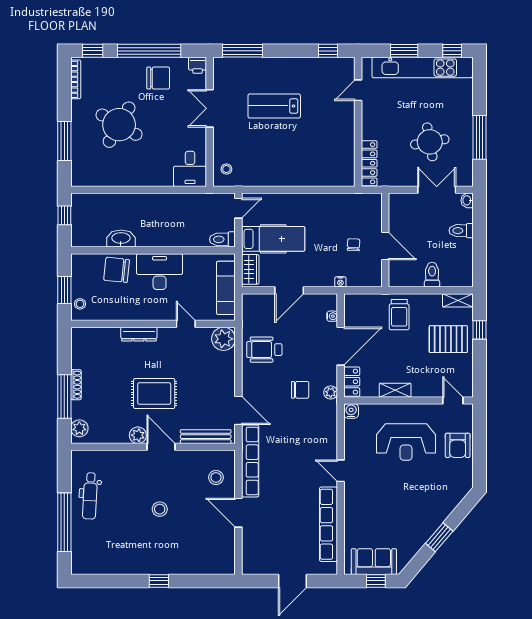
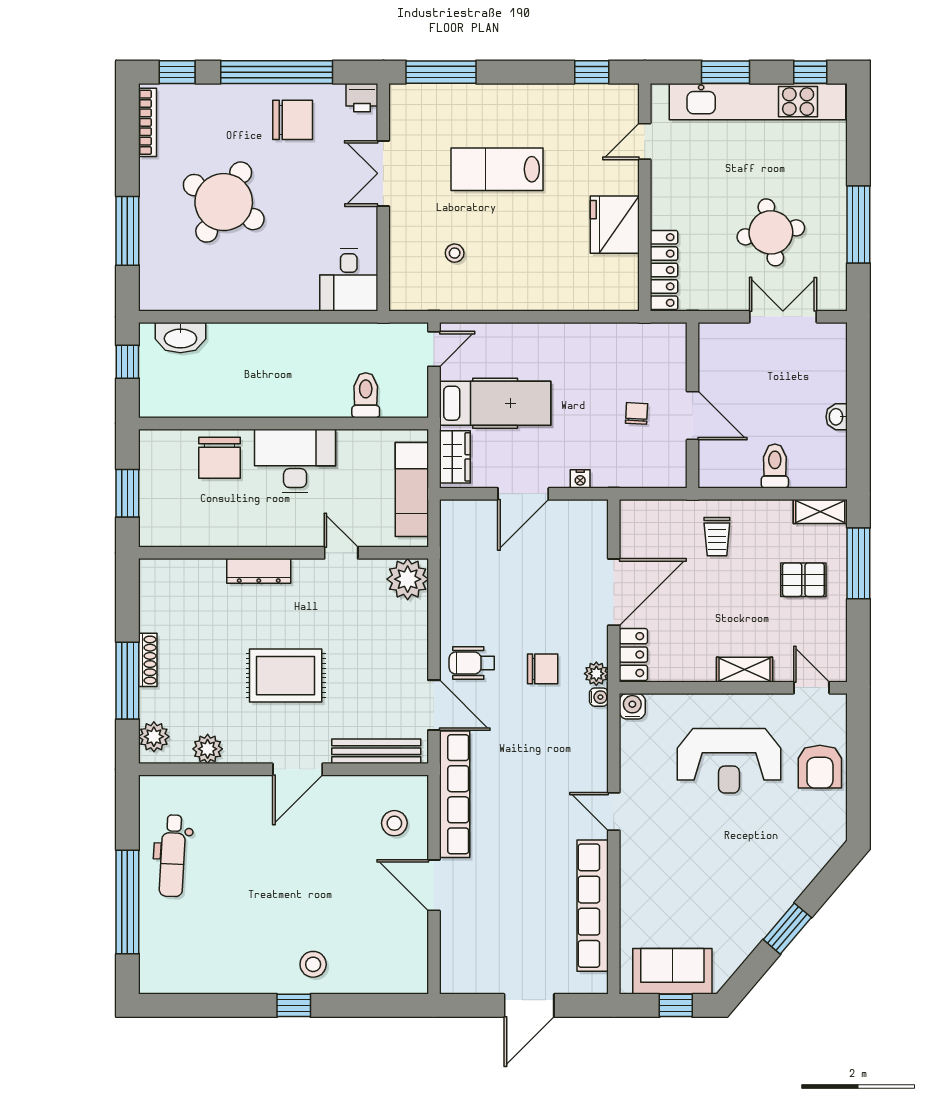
fridge: (341, 137) -> (615, 225), added
stool: (226, 169) -> (455, 253), moved
washbasin: (467, 200) -> (837, 417), moved
toilet: (461, 231) -> (826, 389), removed
washbasin: (121, 239) -> (180, 338), moved, turned 180
toilet: (222, 239) -> (366, 395), moved, turned 90
chair: (117, 270) -> (219, 458), turned -96
nightstand: (340, 282) -> (580, 479), moved
stool: (80, 304) -> (155, 518), removed
trolley: (399, 315) -> (717, 537), width x0.73, depth x0.72
water cooler: (332, 316) -> (599, 697), moved
window: (479, 330) -> (858, 563), width x2.17
pallet: (448, 339) -> (803, 580), width x0.67, depth x0.71
wheelchair: (264, 350) -> (472, 663), moved, width x0.73, depth x0.73
shelving: (395, 390) -> (744, 670), moved
plant: (138, 435) -> (208, 749), moved
door: (161, 447) -> (298, 769), swing flipped
stool: (160, 509) -> (313, 964), moved

